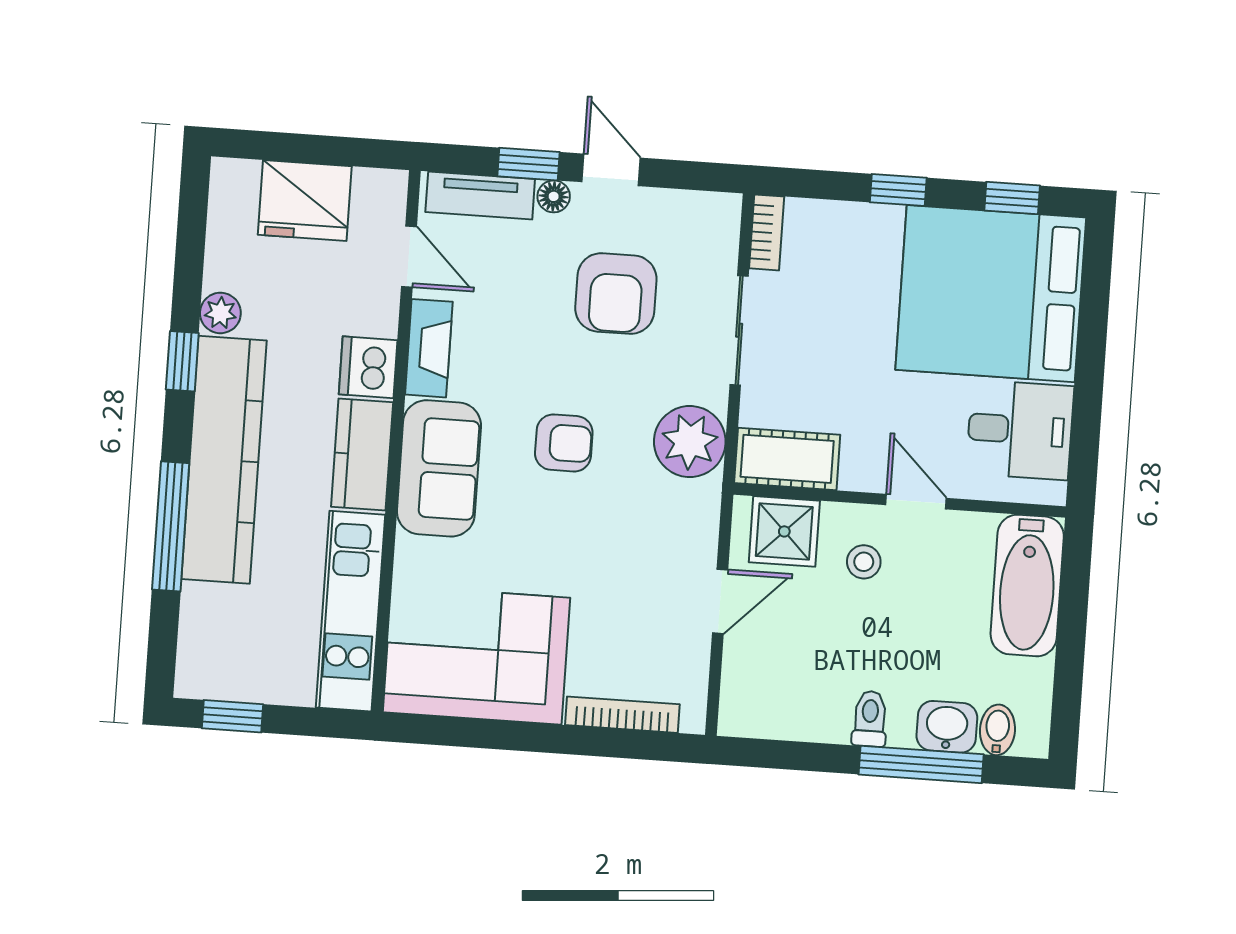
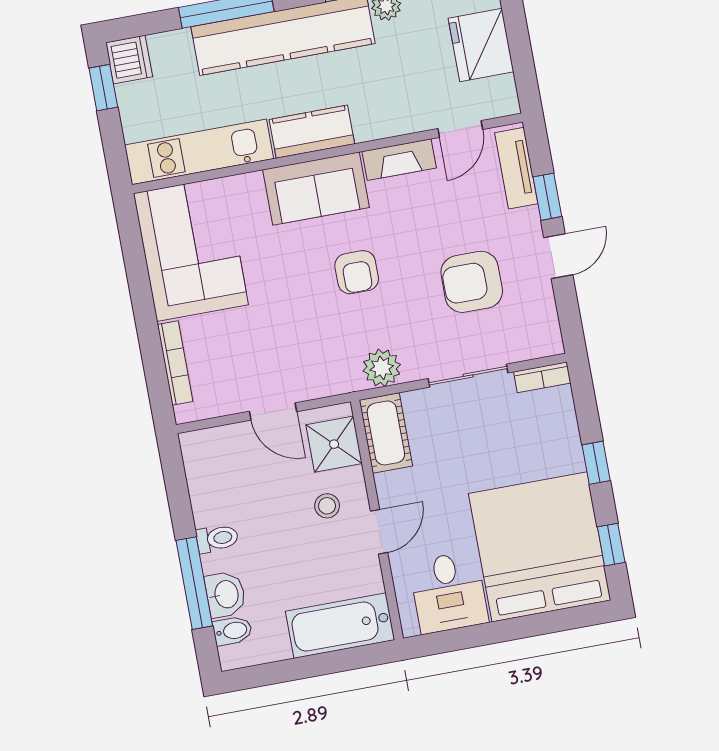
floor lamp: (554, 196) -> (529, 220), removed
dishwasher: (368, 367) -> (129, 60), moved, turned 90
plant: (690, 442) -> (382, 368), width x0.73, depth x0.73

